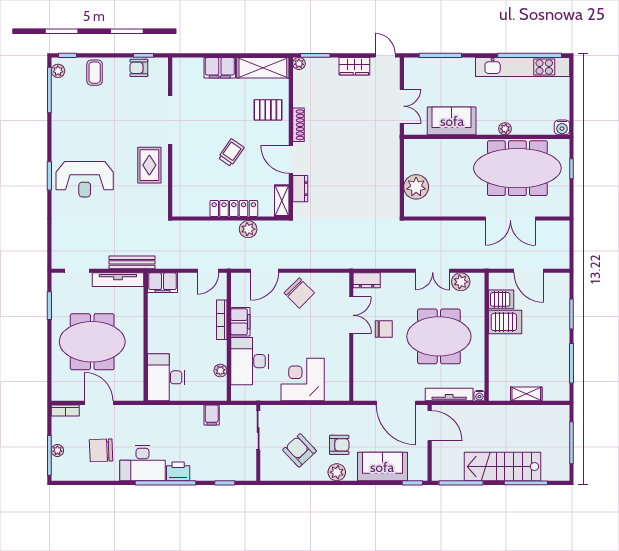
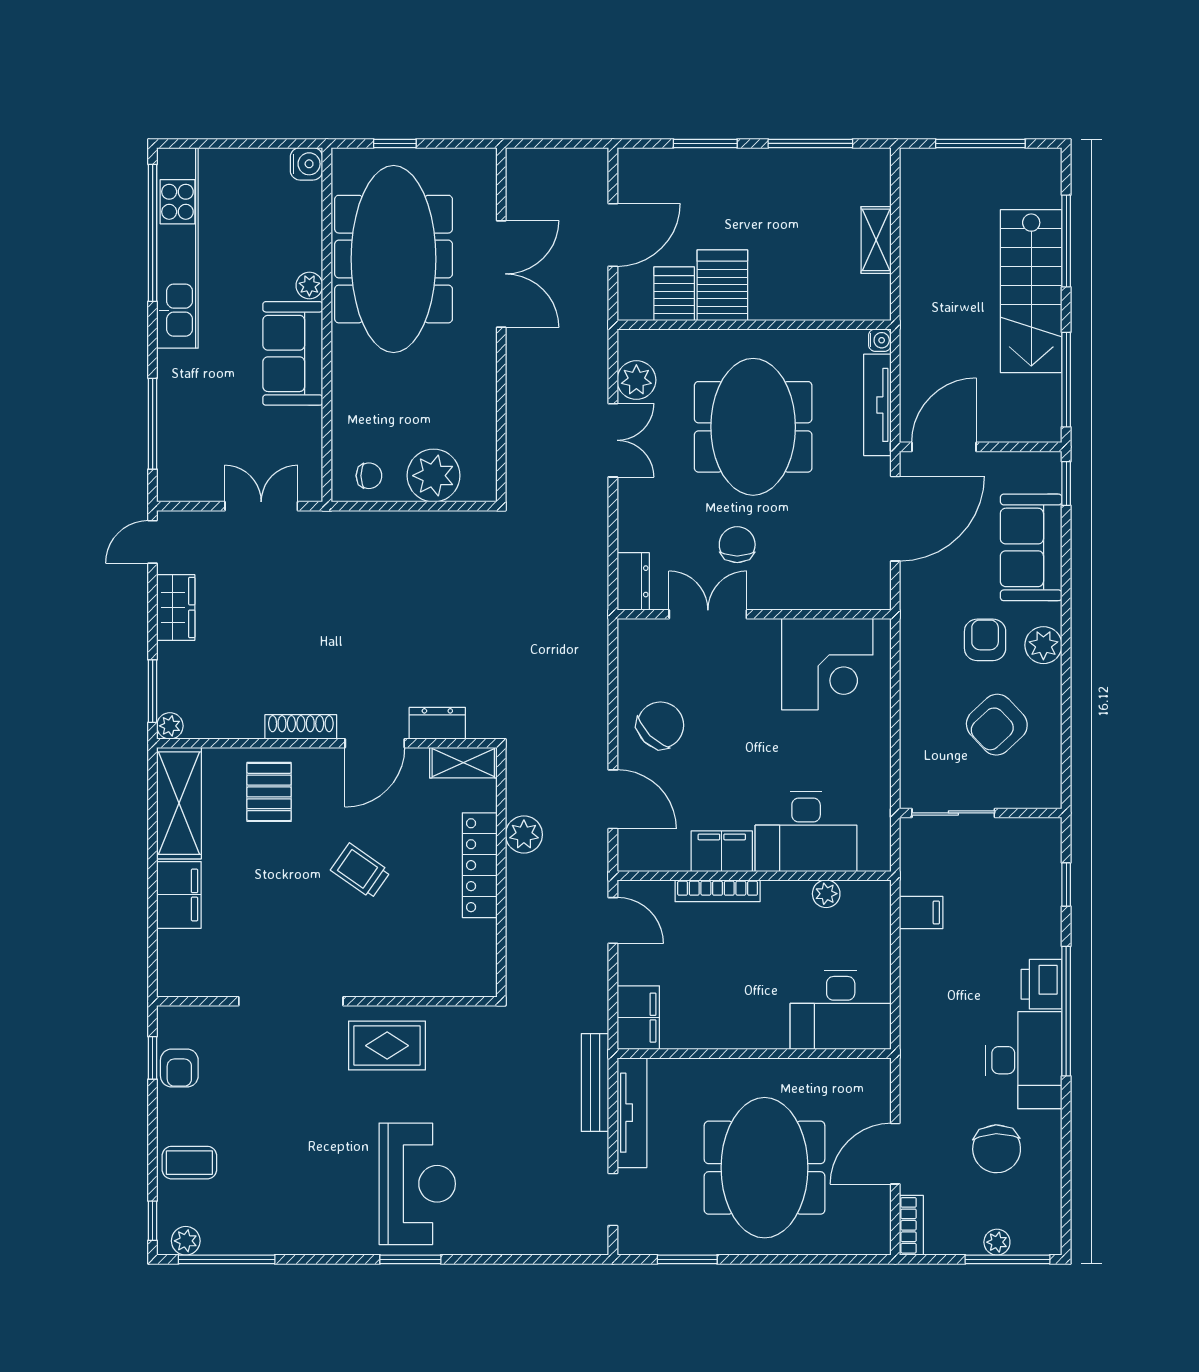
sofa: (452, 121) -> (293, 353), moved
chair: (416, 157) -> (369, 476), added
corner desk: (303, 380) -> (827, 664), moved, turned -90

